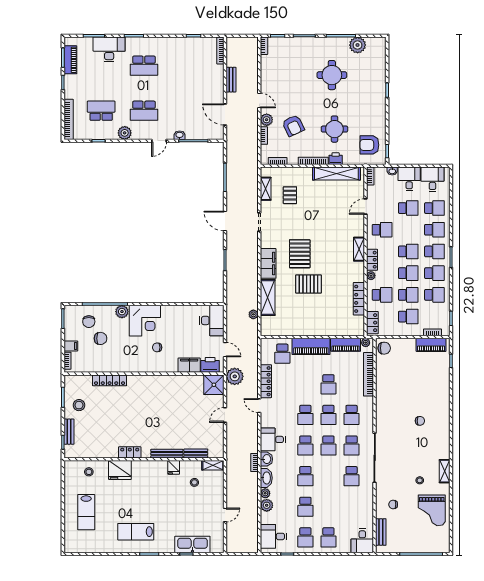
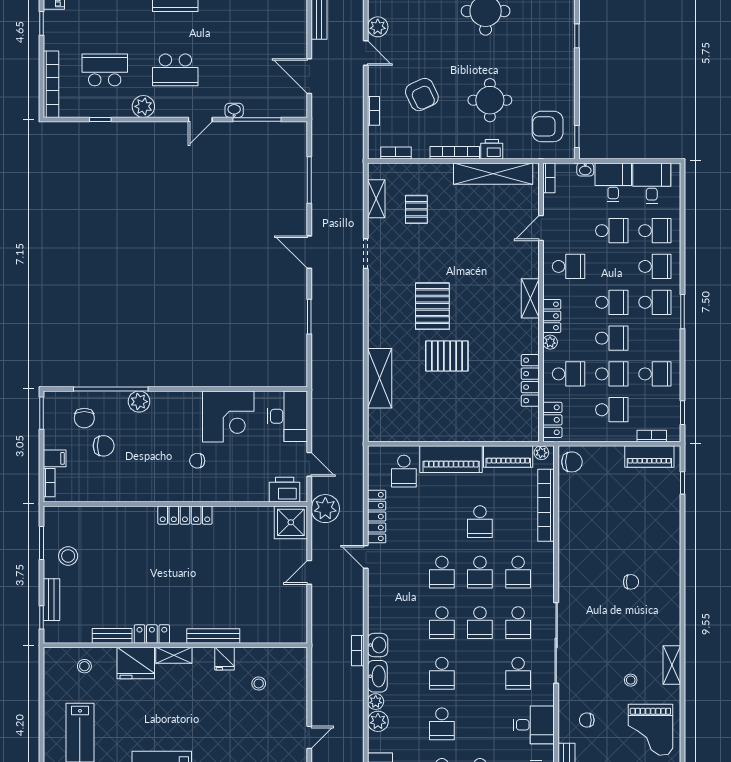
plant: (267, 120) -> (378, 27), moved
filing cabinet: (268, 263) -> (380, 322), removed
school desk: (434, 273) -> (655, 338), removed
plant: (253, 314) -> (356, 406), removed
corner desk: (145, 321) -> (228, 416), moved
filing cabinet: (189, 365) -> (250, 490), removed
locker: (110, 380) -> (185, 515), moved
desk: (273, 439) -> (534, 725), moved, turned 180
bench: (196, 454) -> (112, 636), moved
shelving: (213, 465) -> (174, 655), moved

